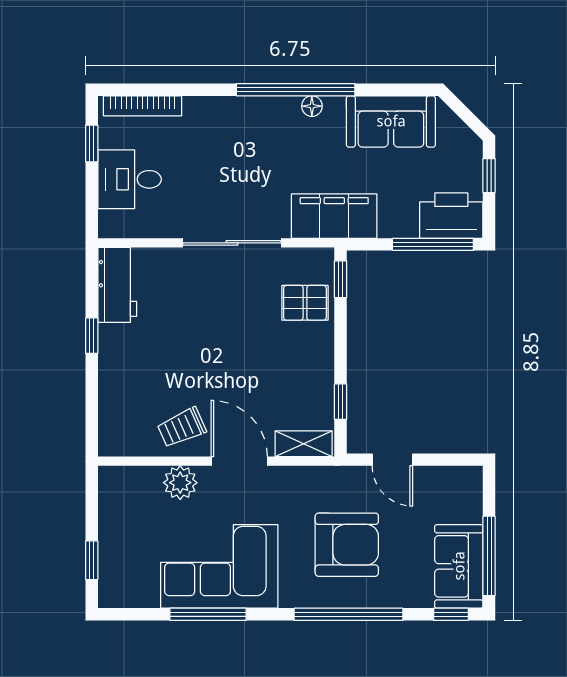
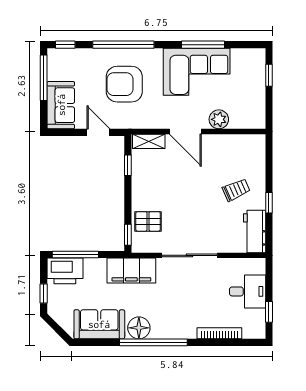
bookcase: (143, 106) -> (219, 333), moved
floor lamp: (312, 106) -> (139, 328), width x1.89, depth x1.89
trolley: (182, 428) -> (236, 190), moved
sofa: (459, 566) -> (61, 105), moved

